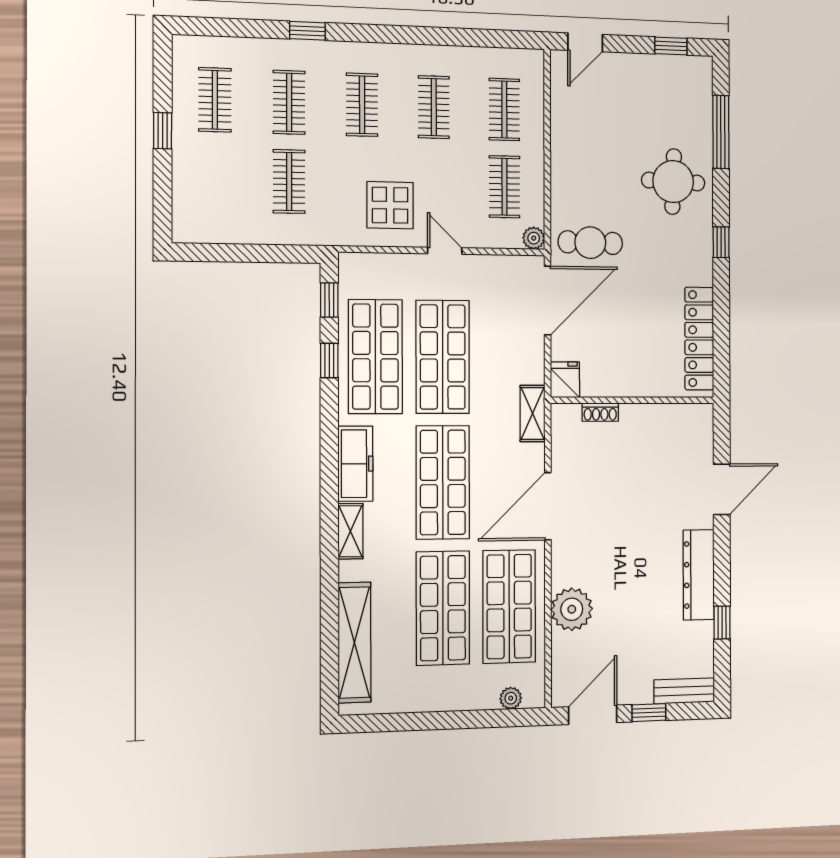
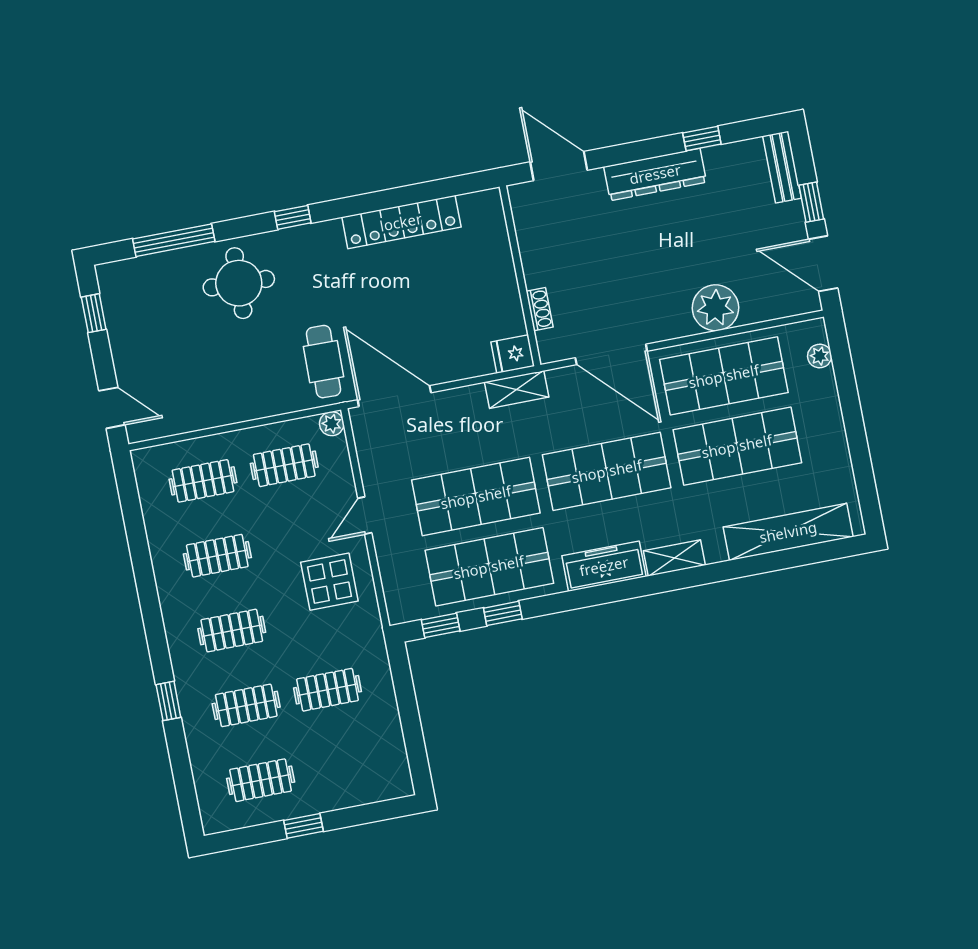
fridge: (565, 380) -> (513, 354), moved
wall: (633, 400) -> (520, 276), moved
shoe rack: (600, 412) -> (540, 309), moved

